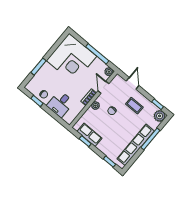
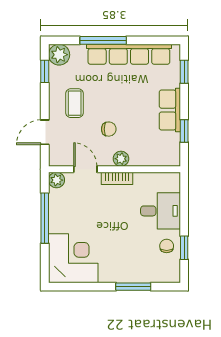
corner desk: (71, 58) -> (73, 258), width x0.74, depth x0.74
door: (103, 87) -> (85, 169), swing flipped
row of seats: (89, 135) -> (170, 110), moved

